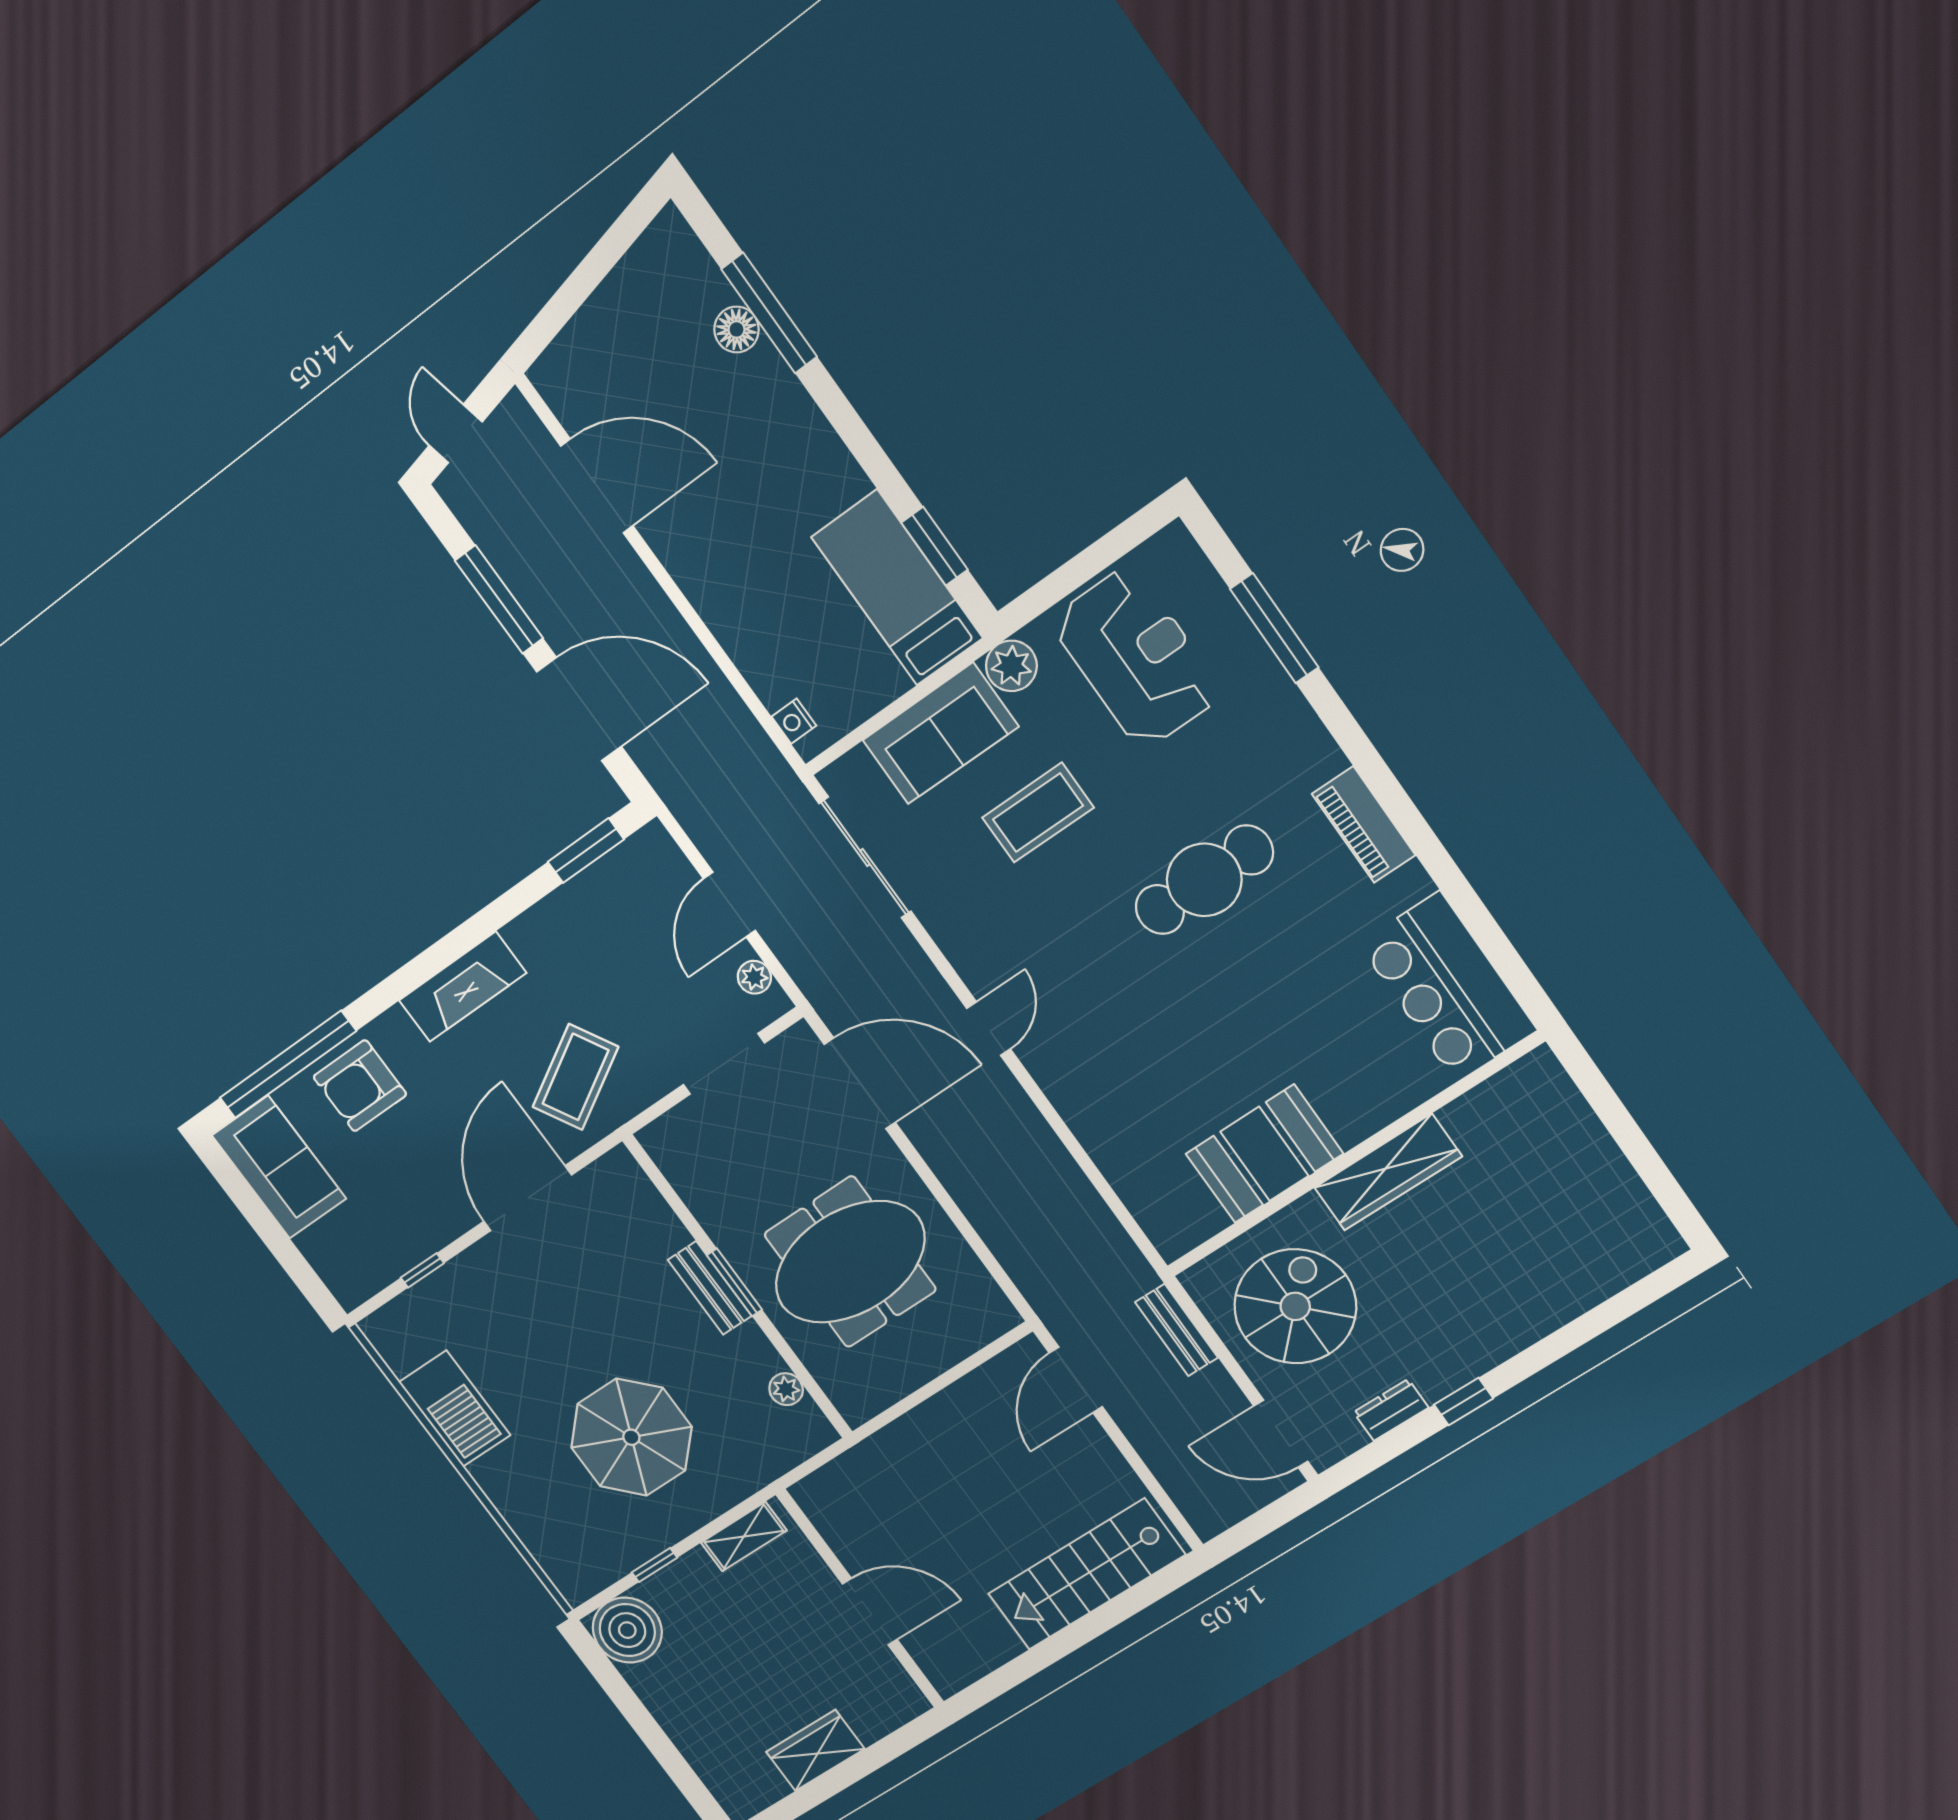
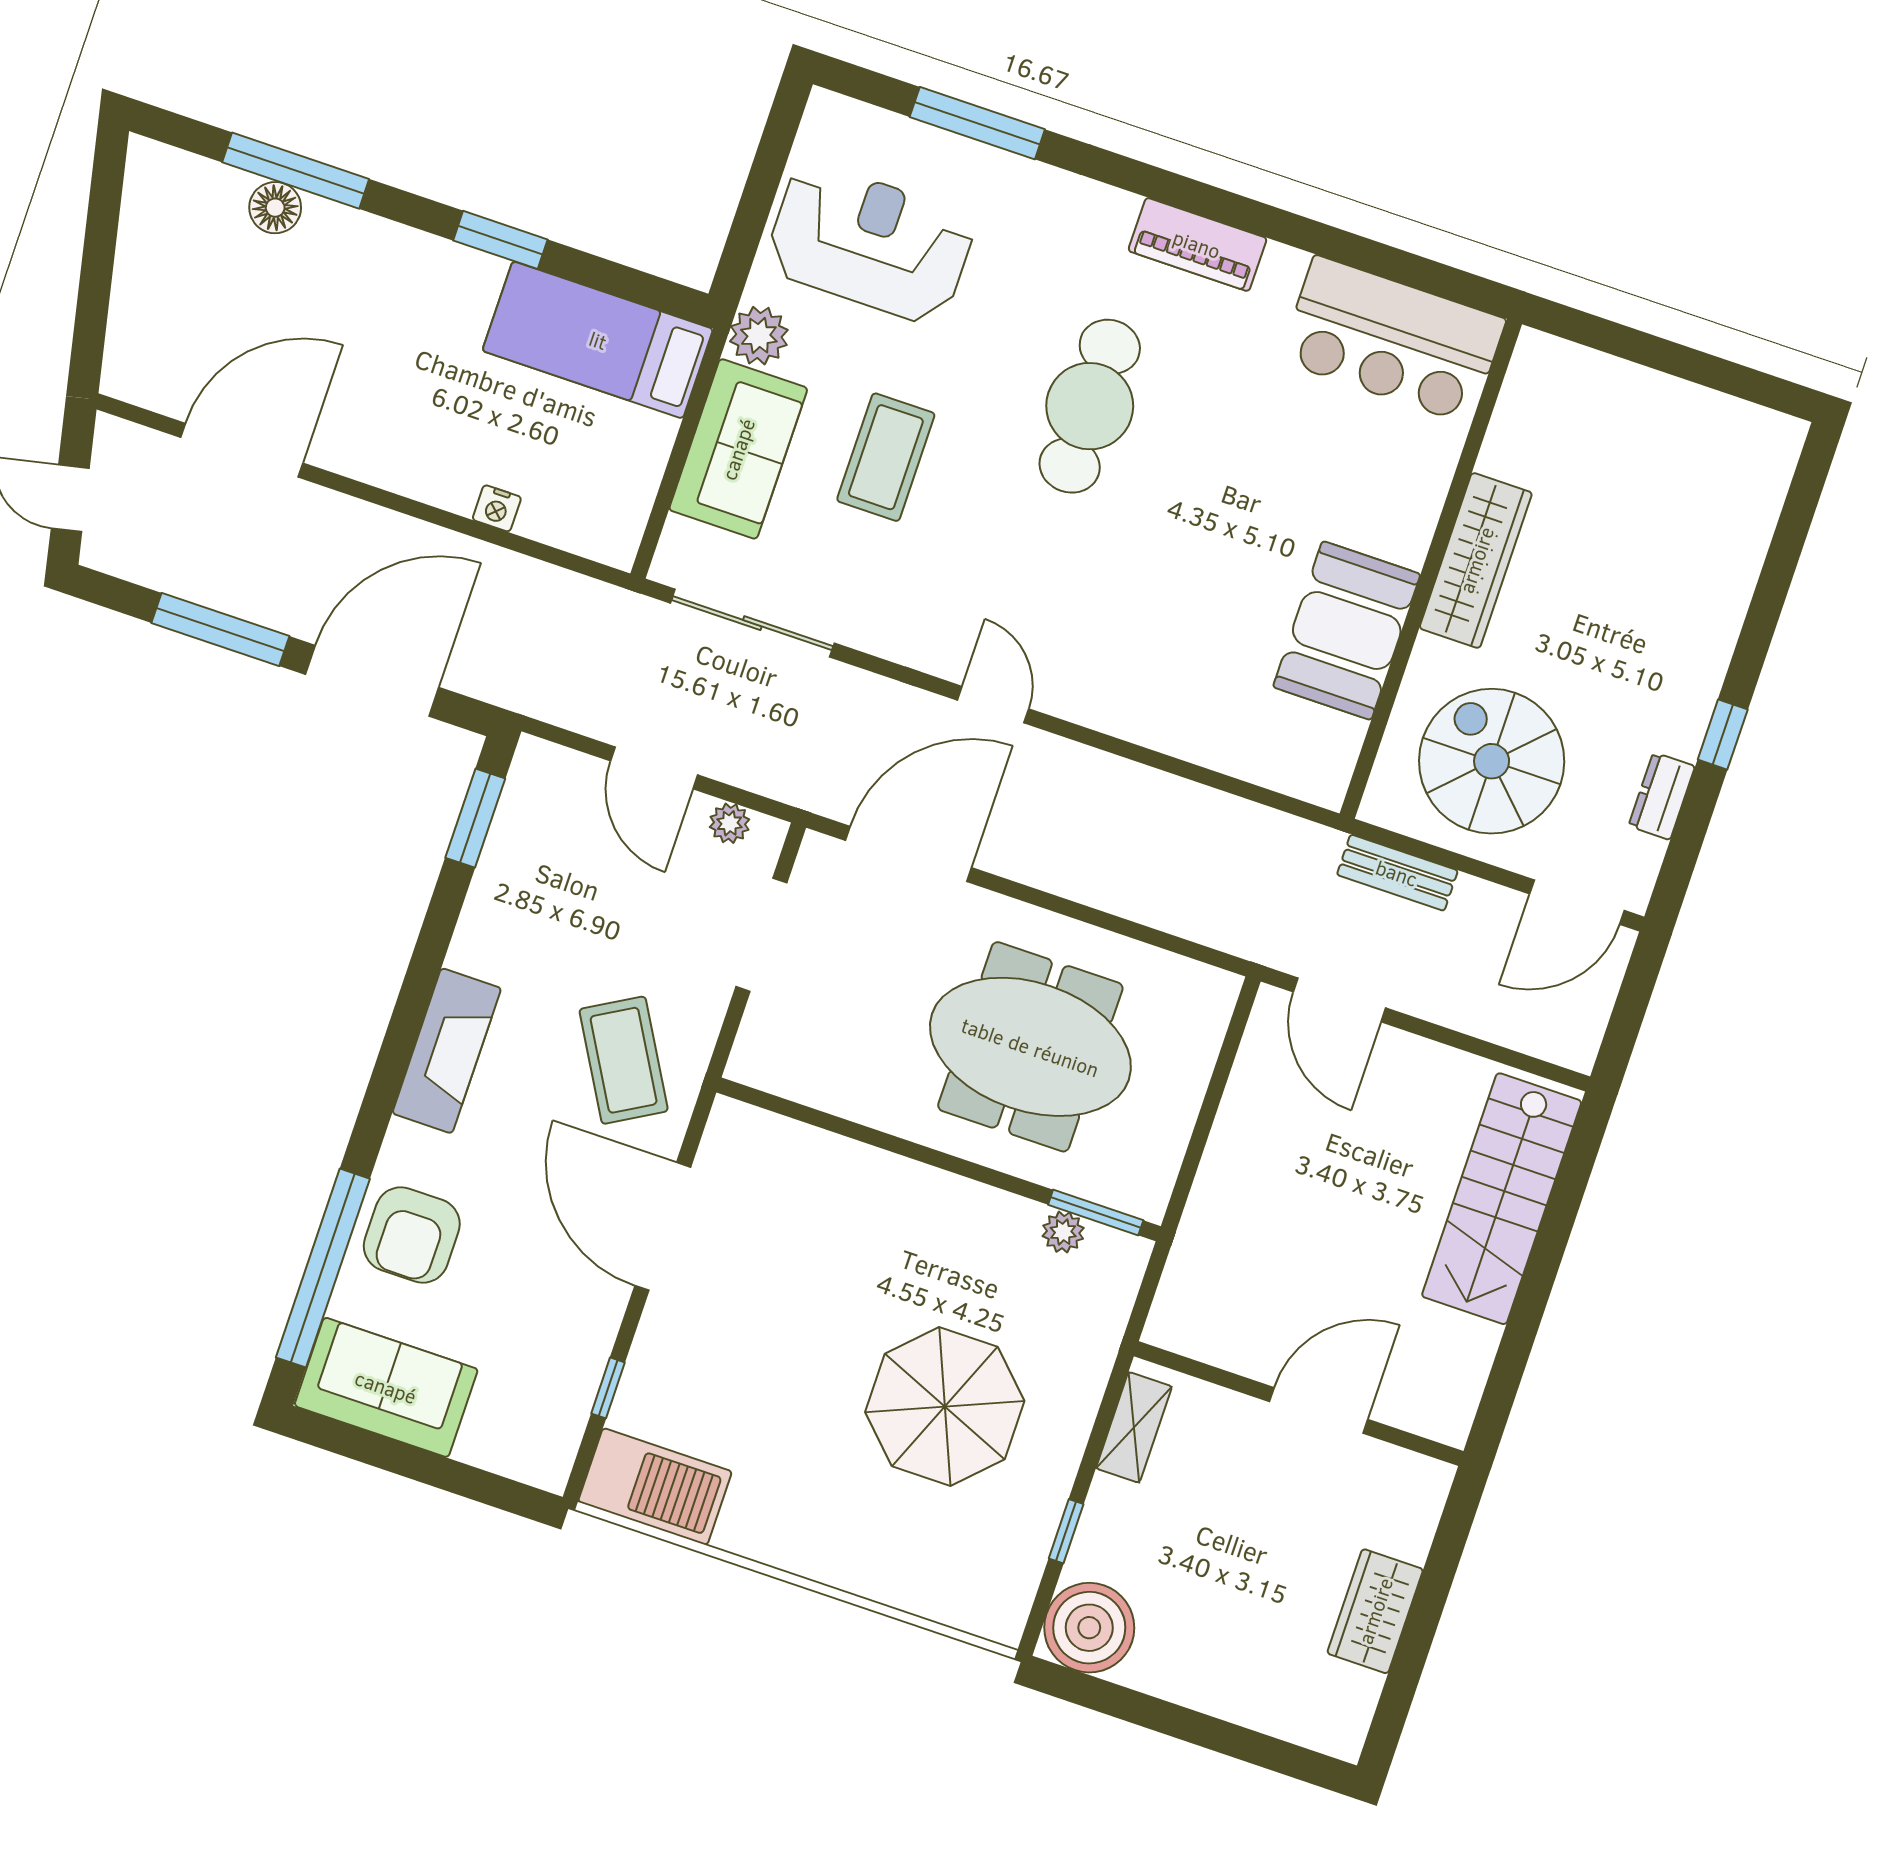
window: (935, 546) -> (500, 240), moved
nightstand: (794, 721) -> (497, 508), moved
meeting table: (850, 1262) -> (1030, 1047), turned 90
window: (734, 1282) -> (1096, 1212), moved
bench: (710, 1288) -> (911, 1182), removed
barbecue: (455, 1409) -> (655, 1487), moved

